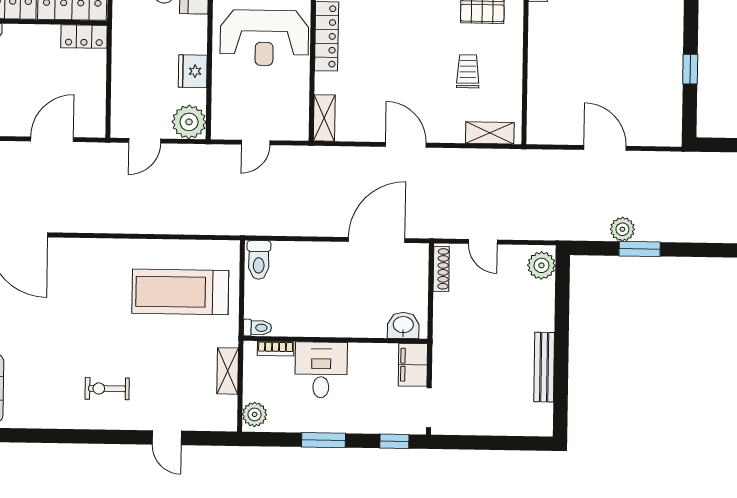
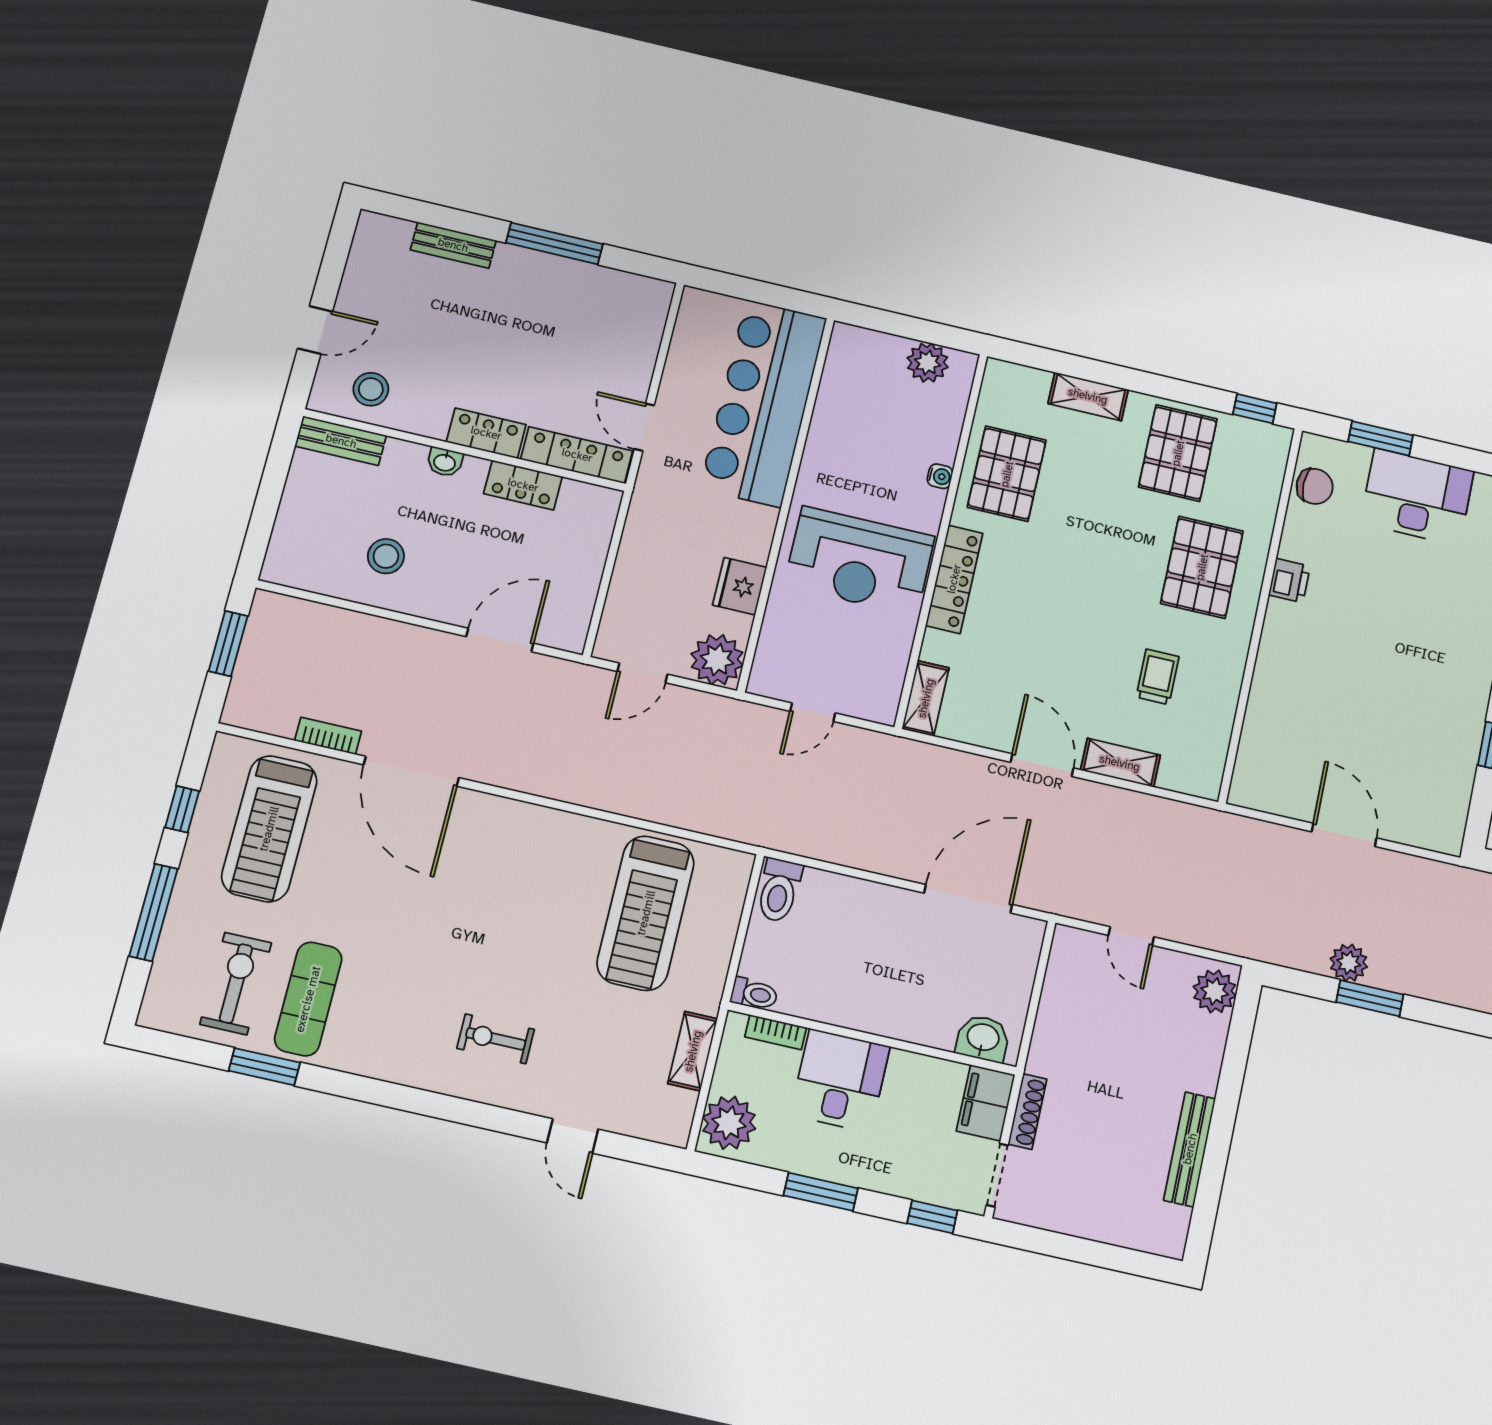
locker: (84, 37) -> (523, 485), moved
shelving: (490, 133) -> (1120, 763), moved
shoe rack: (441, 269) -> (1027, 1112), moved
treadmill: (180, 292) -> (646, 913), turned -90
plant: (255, 414) -> (729, 1123), width x1.36, depth x1.36

